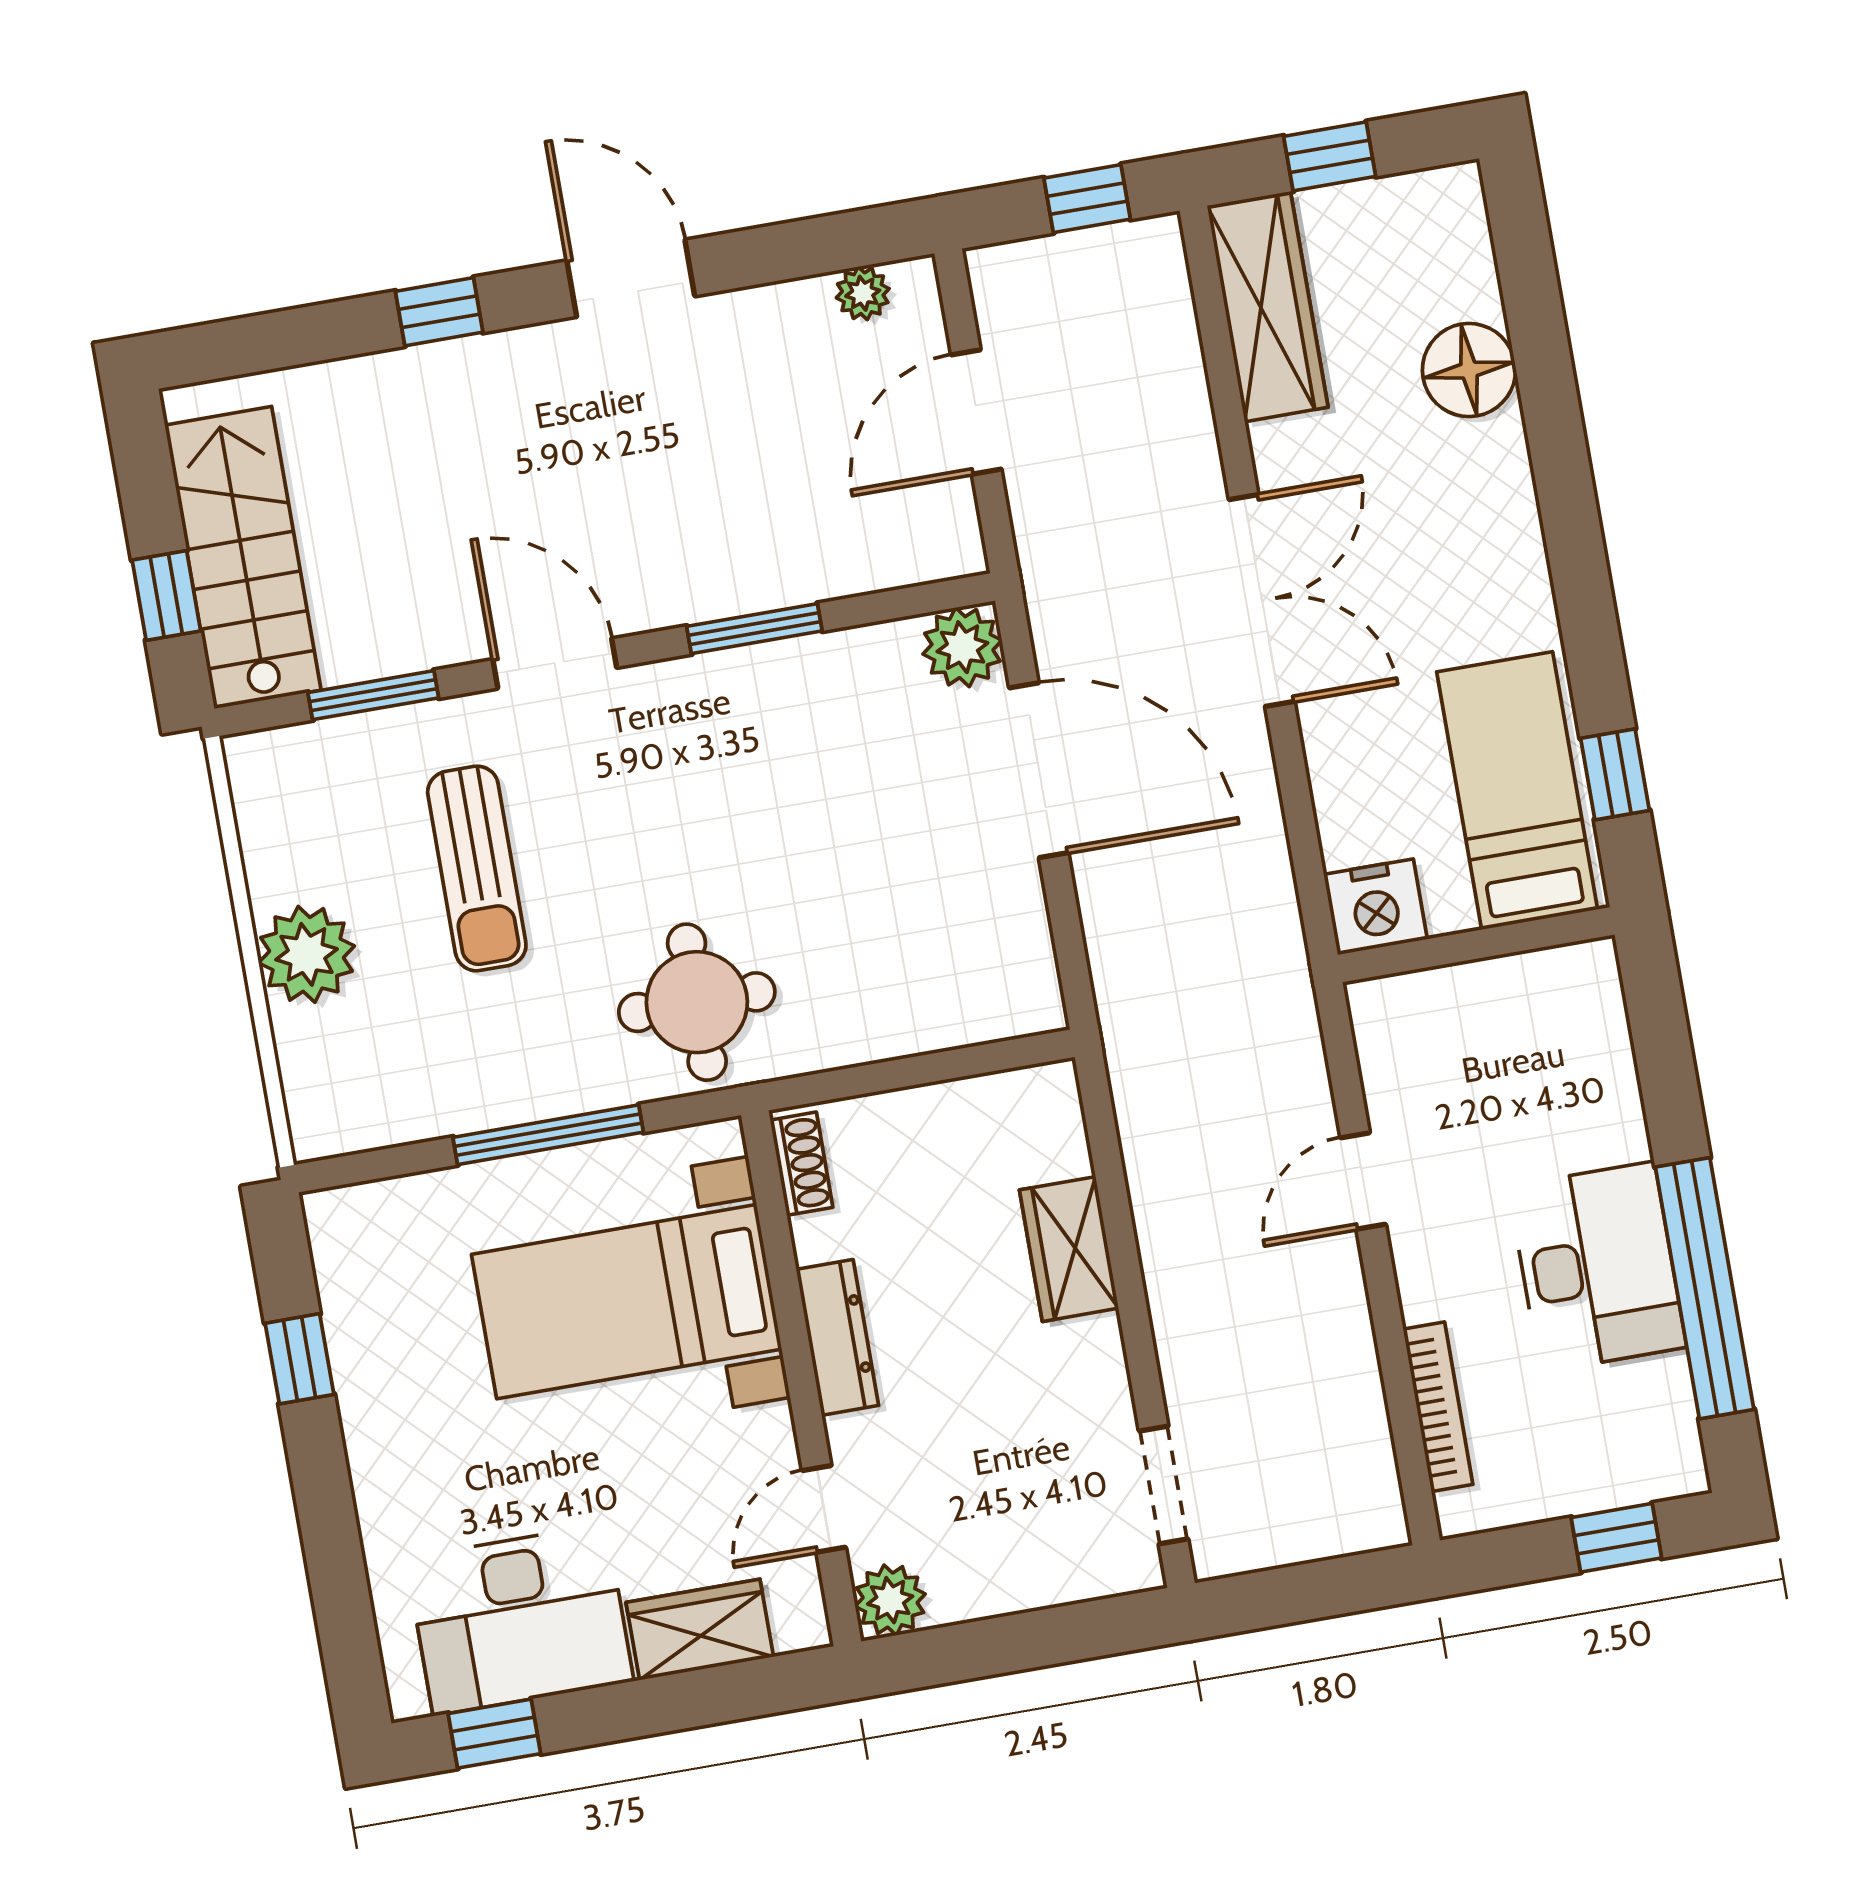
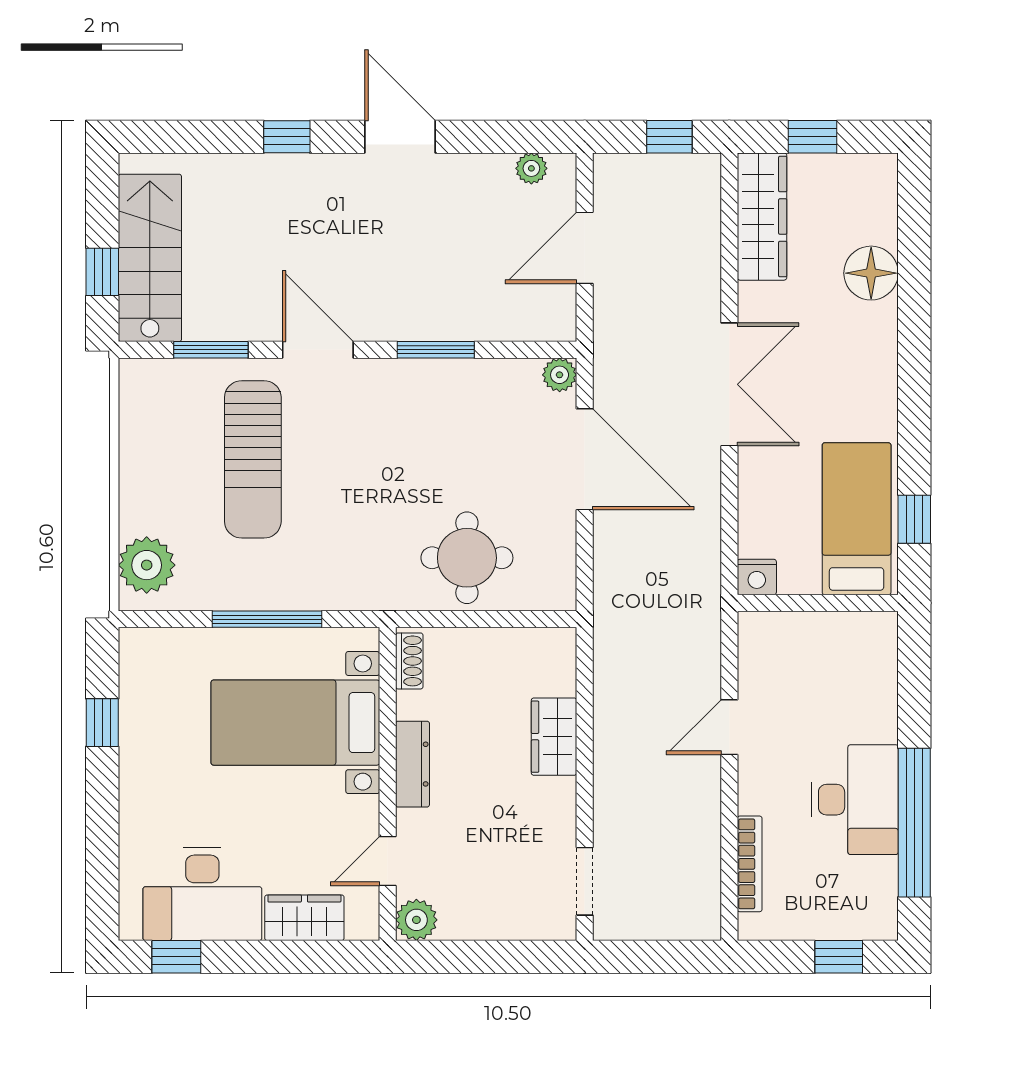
plant: (962, 647) -> (560, 375), width x0.73, depth x0.73
sun lounger: (477, 868) -> (253, 459), width x1.36, depth x1.34
nightstand: (1375, 907) -> (757, 577), width x0.74, depth x0.75
plant: (307, 954) -> (147, 565), moved
round table: (697, 1002) -> (467, 558), moved

